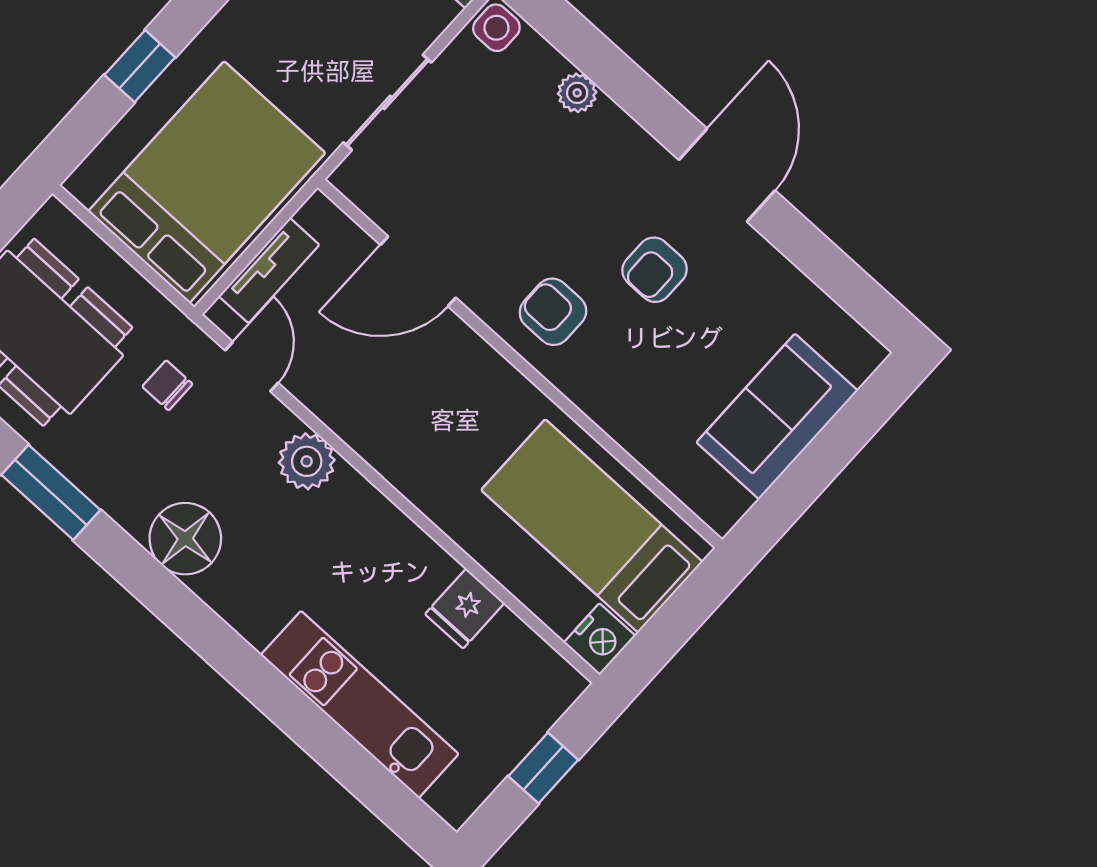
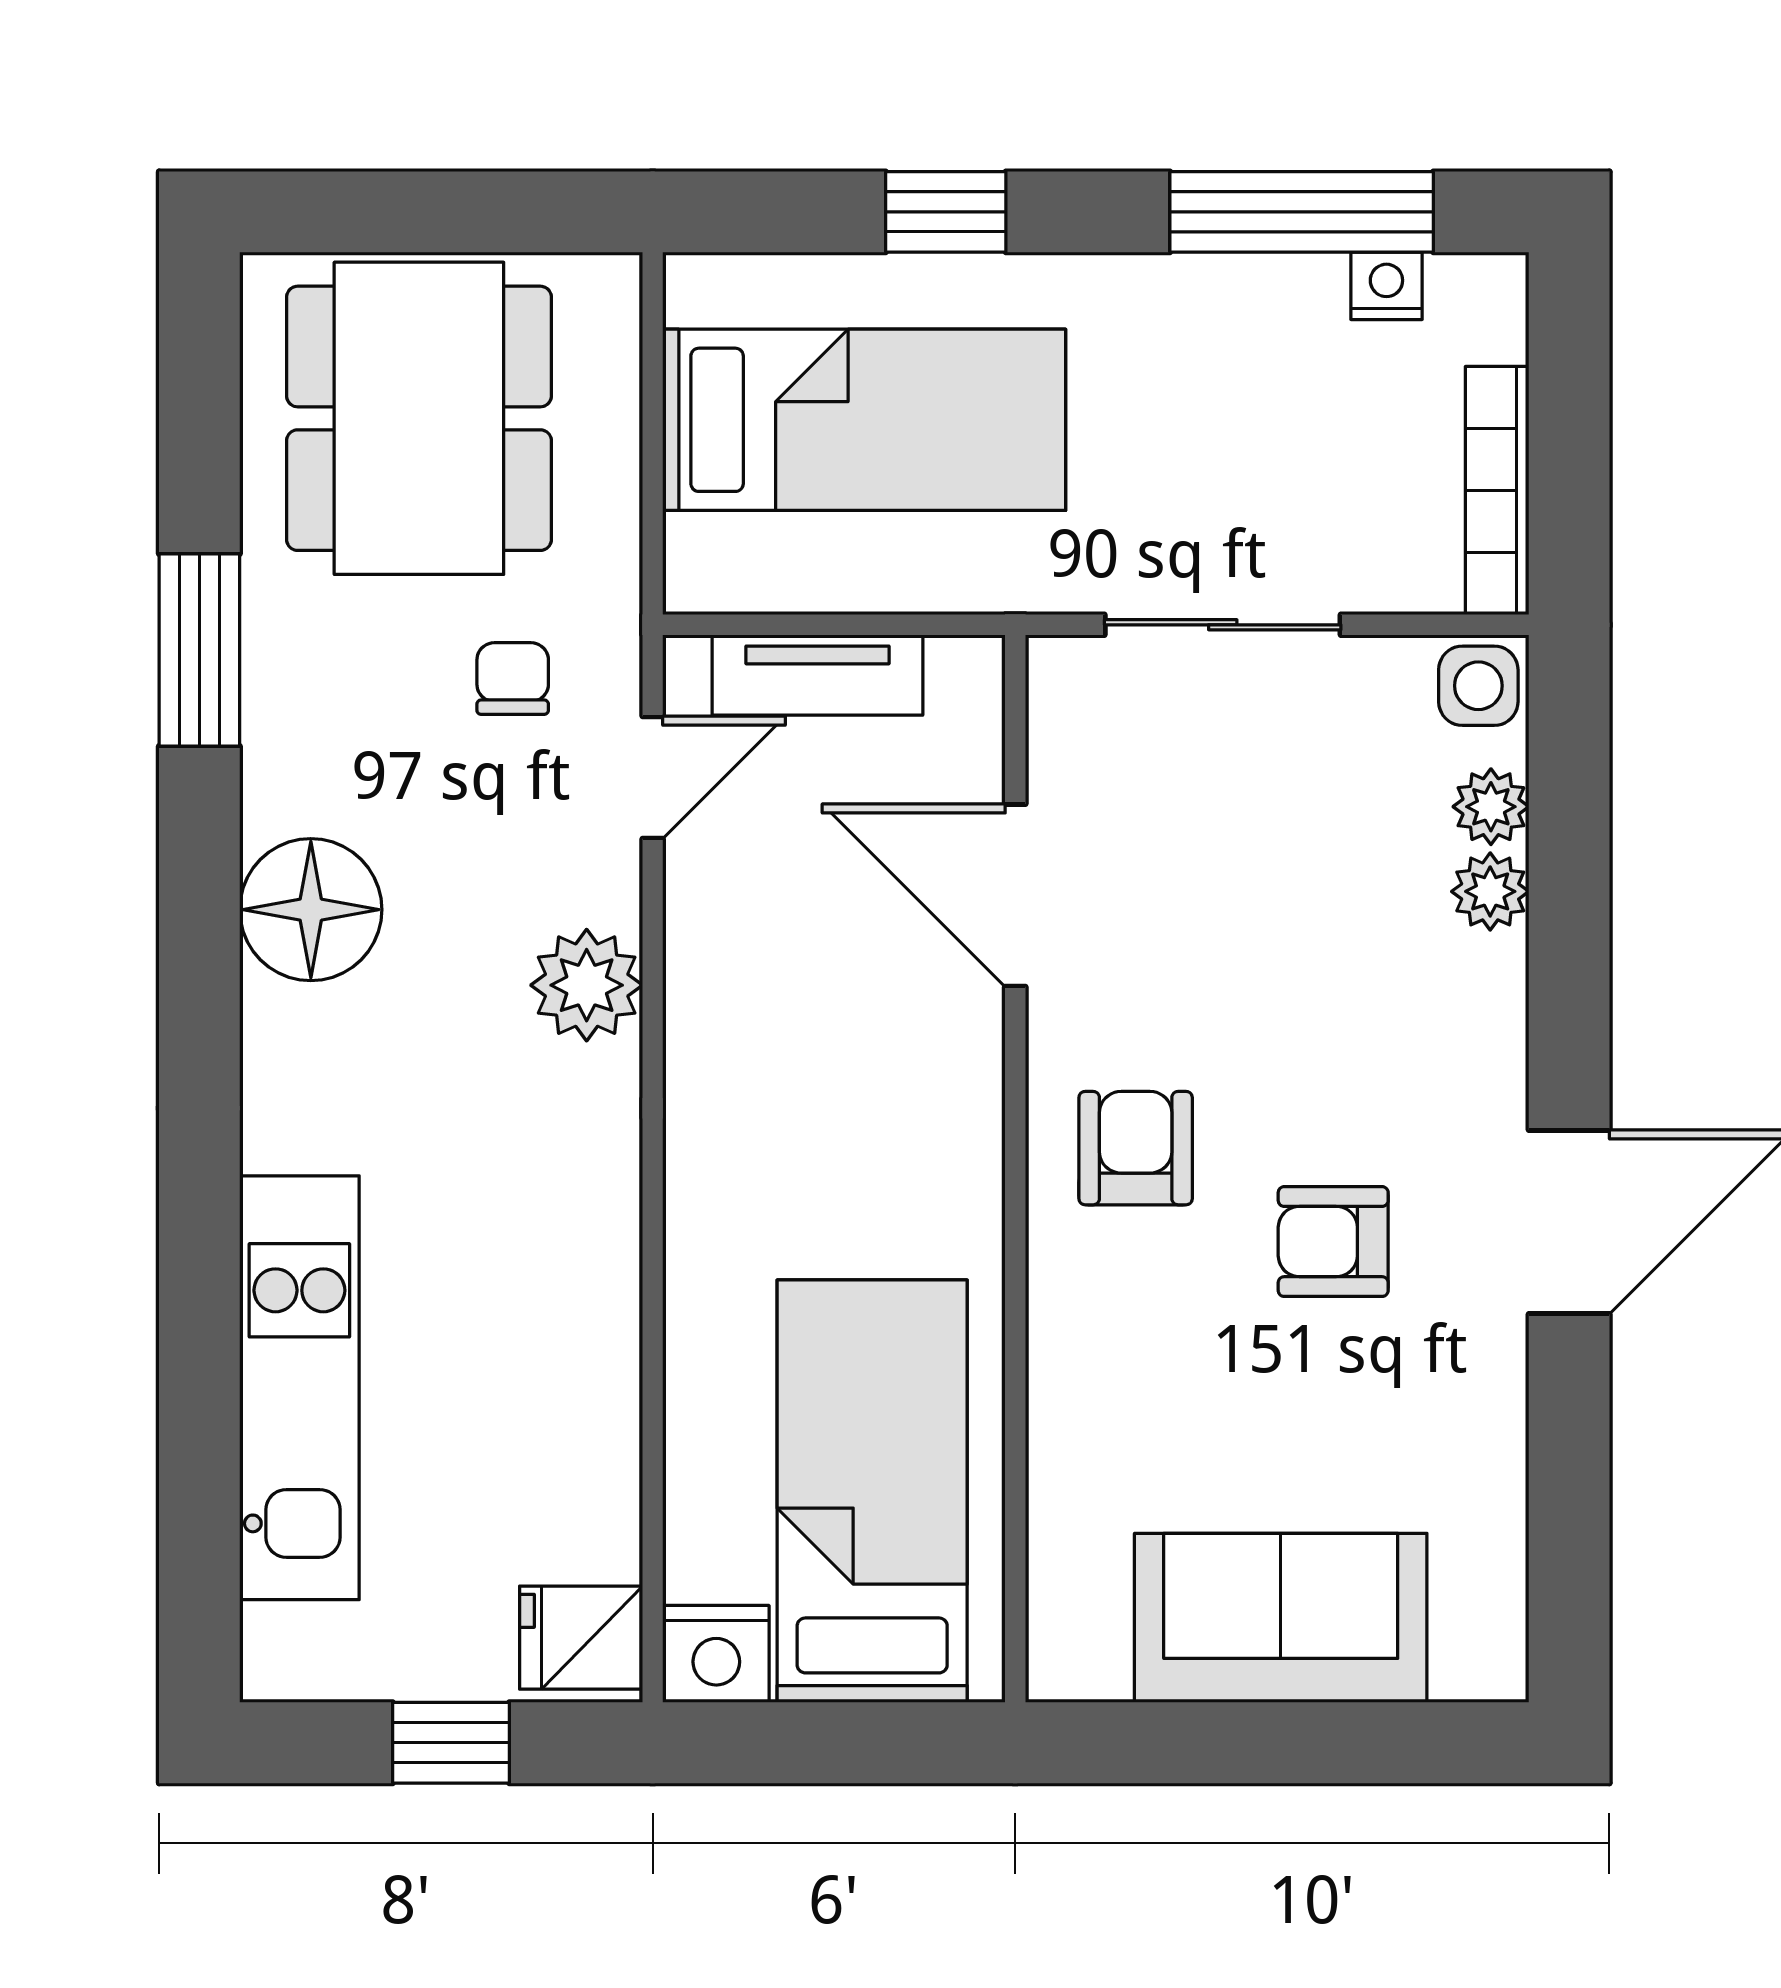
plant: (546, 64) -> (1491, 807), added
bed: (207, 182) -> (864, 420), width x0.67
fridge: (465, 608) -> (581, 1638), moved

